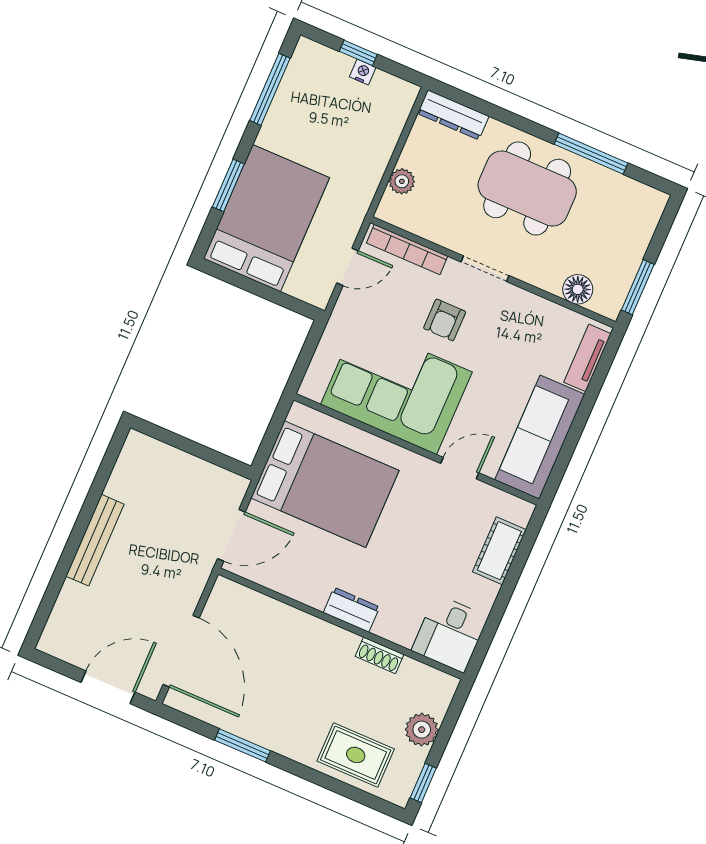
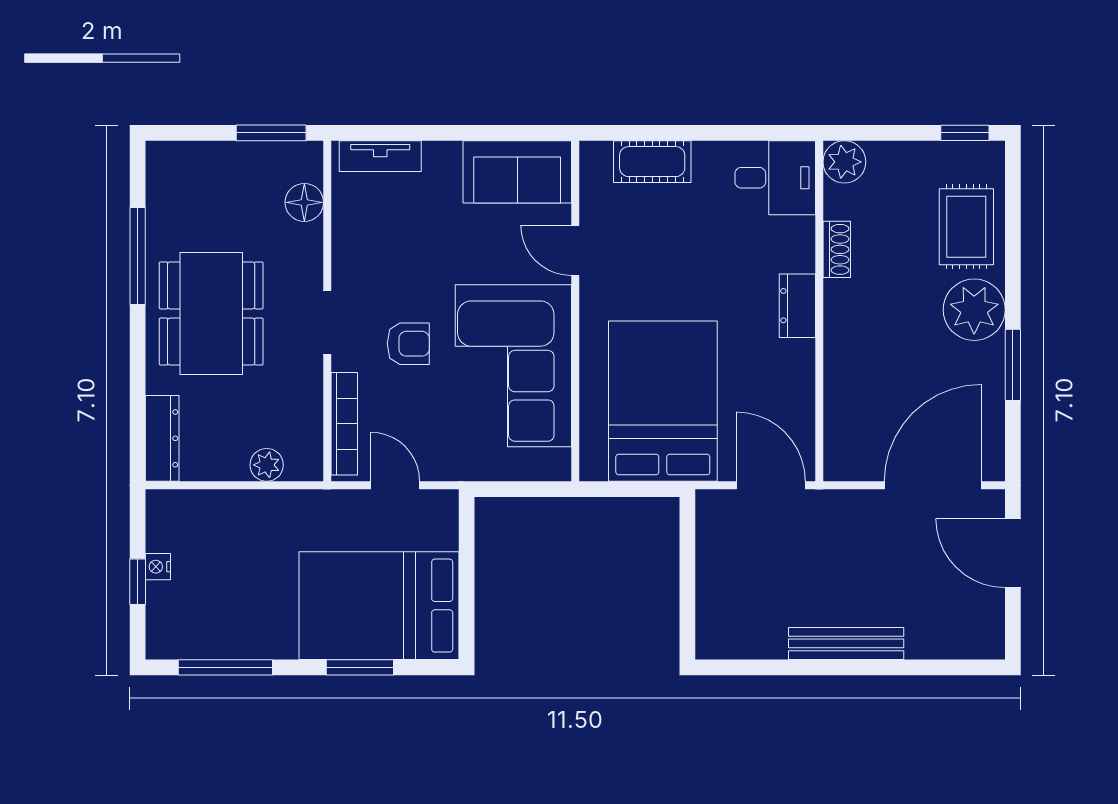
sofa: (540, 437) -> (517, 172), width x0.73
plant: (422, 730) -> (844, 162), moved
plant: (294, 735) -> (974, 310), added

